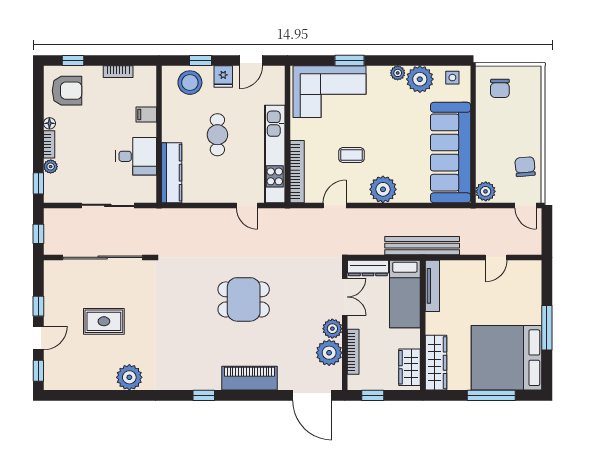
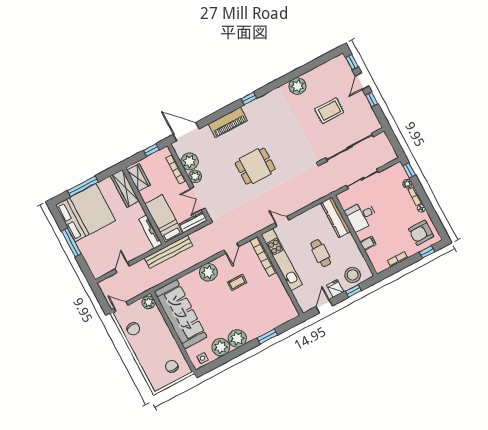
plant: (398, 73) -> (237, 338), width x1.88, depth x1.88
corner sofa: (330, 92) -> (269, 312), removed
window: (38, 234) -> (394, 141), removed

